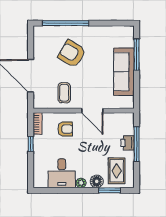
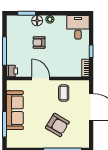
armchair: (65, 129) -> (39, 42), moved
printer: (127, 143) -> (12, 71), moved
rug: (117, 171) -> (21, 29), removed
desk: (62, 173) -> (78, 27), moved

